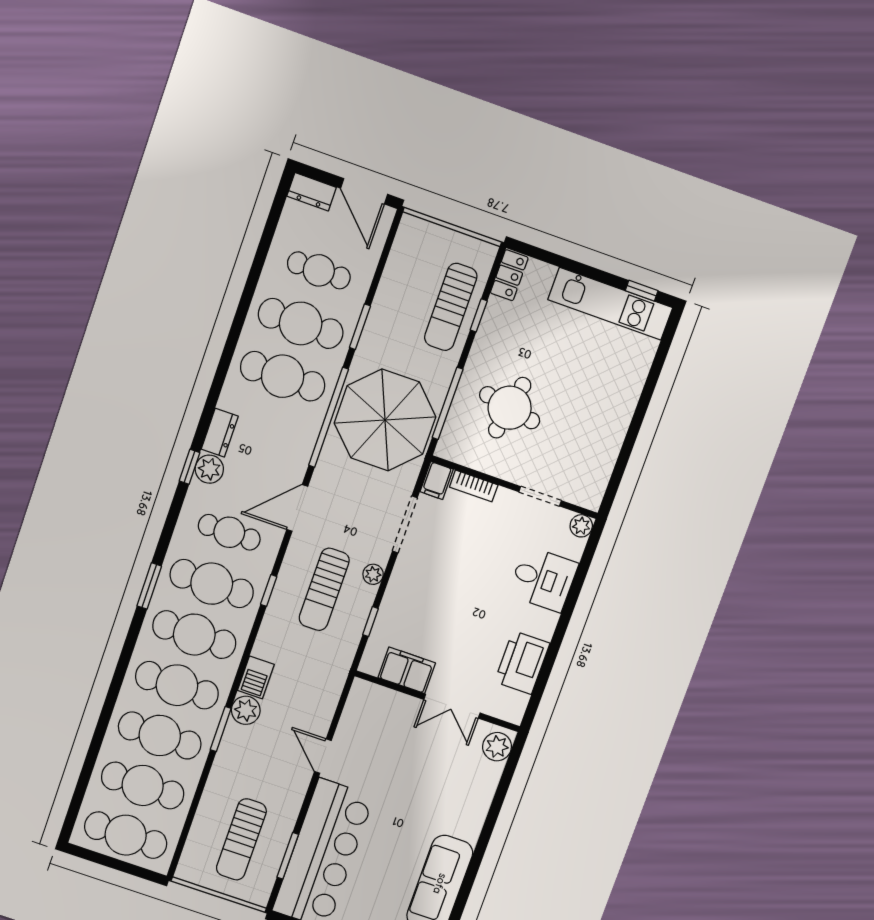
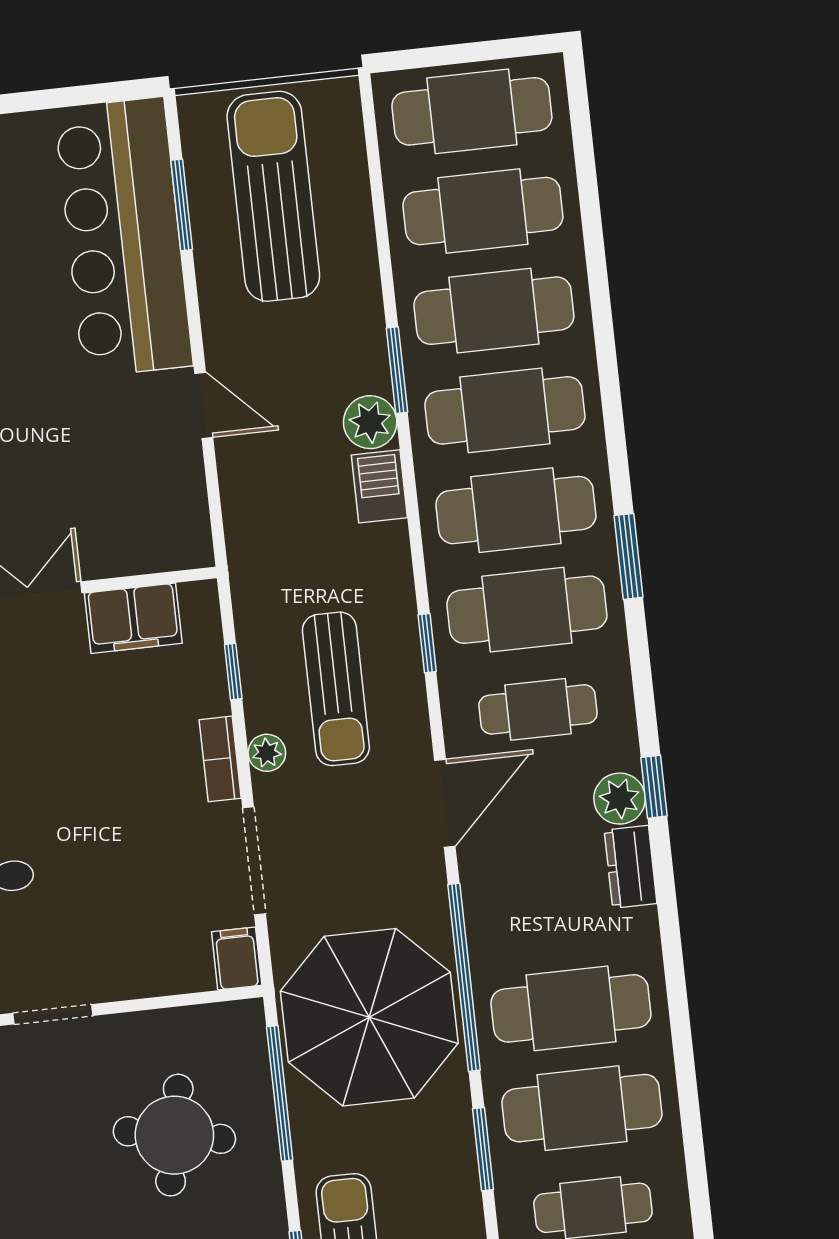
bookcase: (474, 486) -> (220, 759), moved, turned -90
sun lounger: (324, 589) -> (336, 689), turned 180
sun lounger: (241, 839) -> (273, 196), width x1.36, depth x1.34

